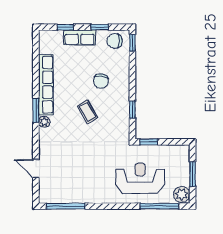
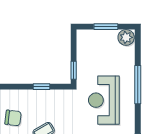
reception desk: (140, 178) -> (104, 100), moved
window: (159, 206) -> (138, 85), moved

